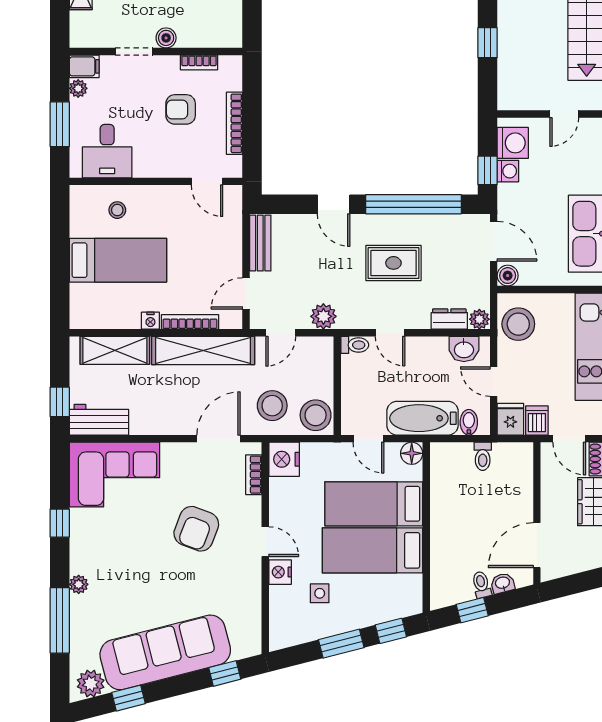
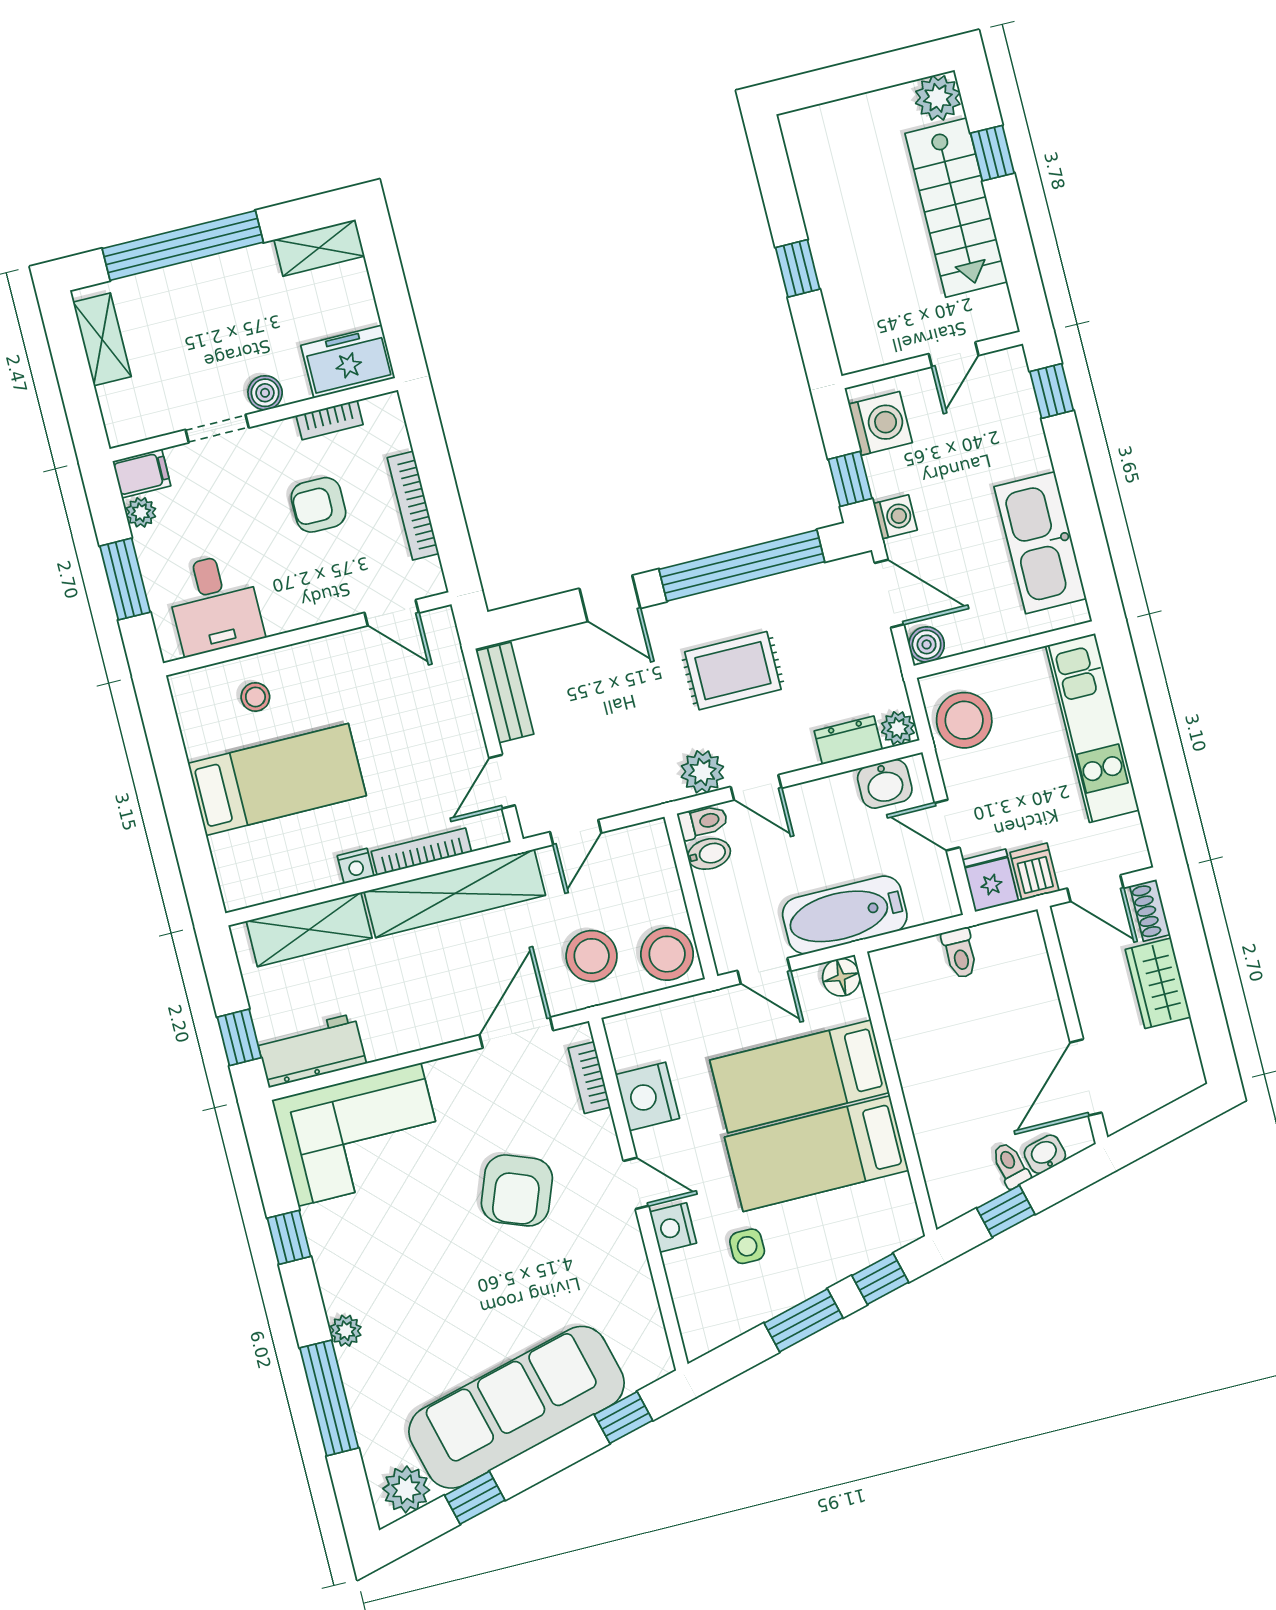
freezer: (218, 32) -> (348, 362), added
washing machine: (508, 171) -> (895, 517), moved
plant: (323, 316) -> (702, 772), moved
bidet: (469, 422) -> (709, 854), moved, turned 90
nightstand: (284, 459) -> (647, 1096), moved

